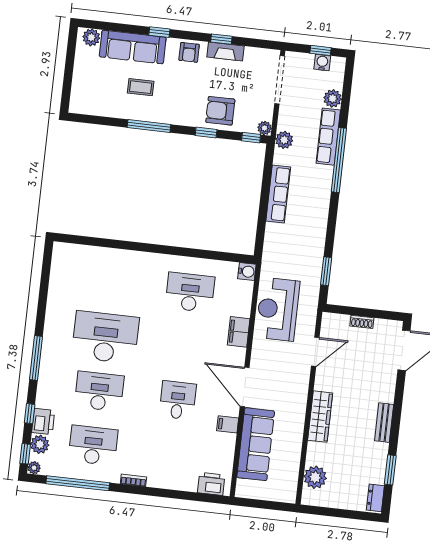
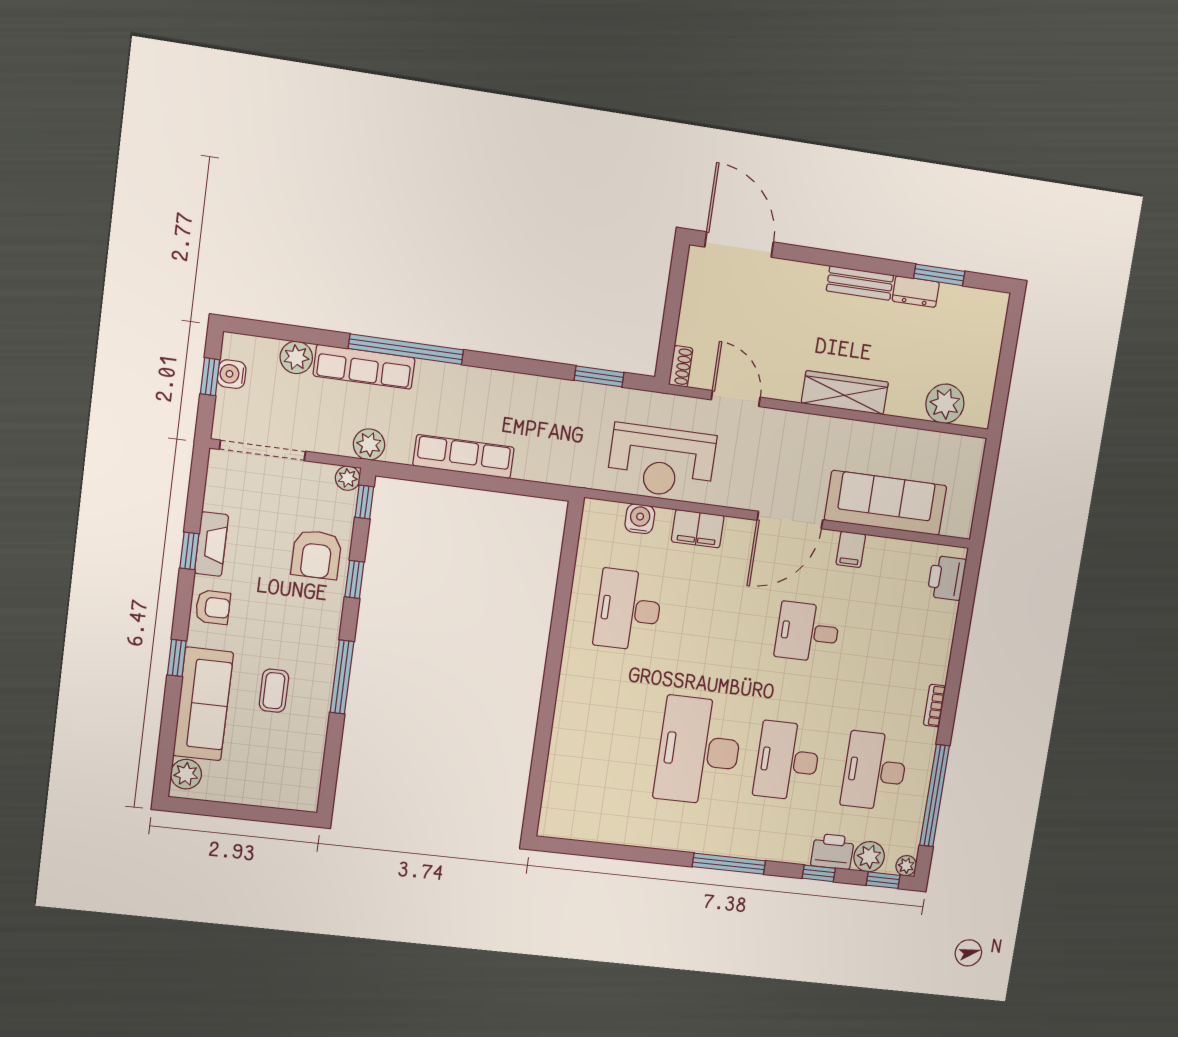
water cooler: (247, 272) -> (640, 519), moved
shoe rack: (362, 322) -> (681, 366), moved
dresser: (375, 498) -> (916, 292), moved

